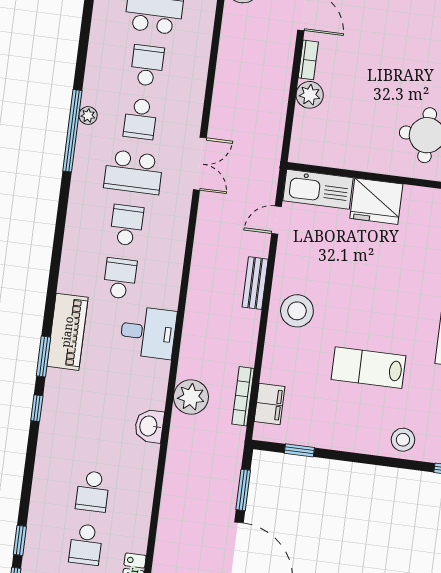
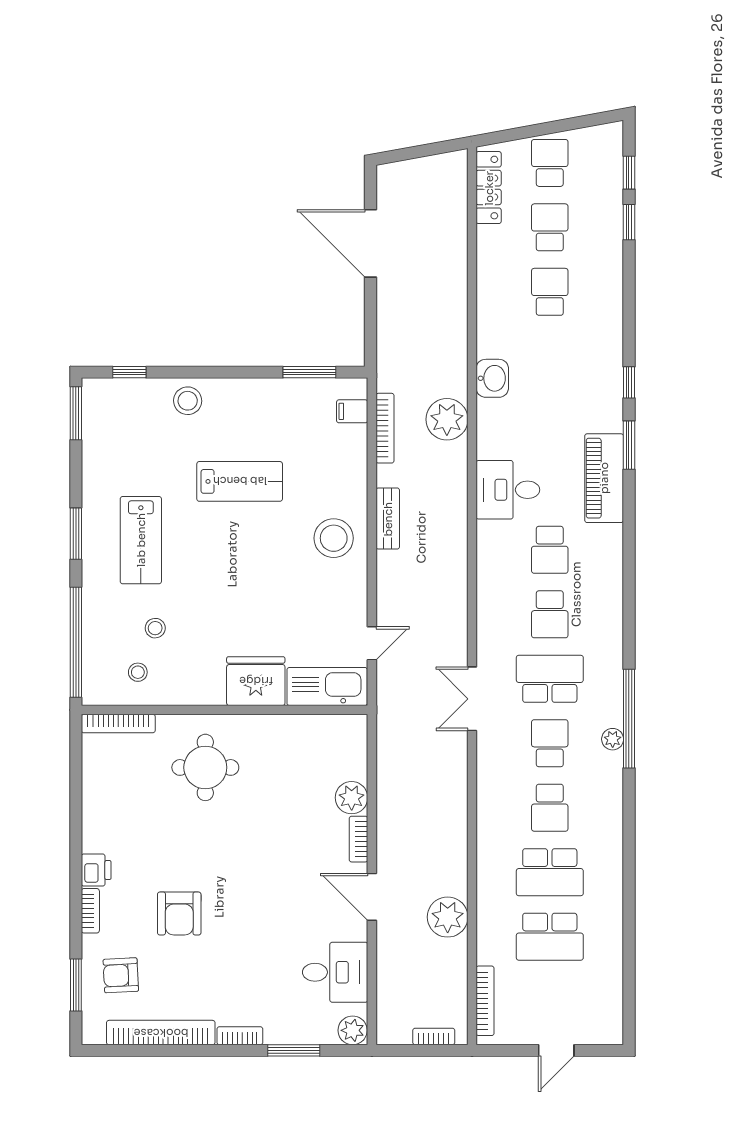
bench: (255, 283) -> (388, 519), moved
filing cabinet: (270, 404) -> (352, 411), width x0.50
window: (299, 450) -> (309, 372), width x1.50
window: (243, 490) -> (370, 316), removed

